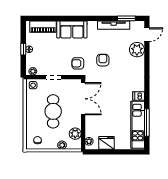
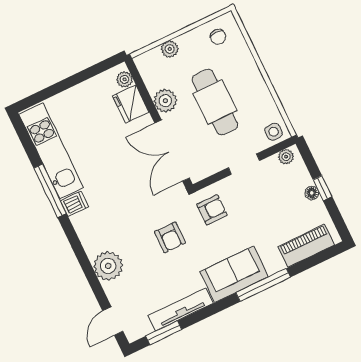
window: (71, 18) -> (263, 285), added
sofa: (72, 29) -> (234, 274), moved
plant: (137, 50) -> (108, 266), moved
window: (147, 123) -> (50, 191), moved
plant: (75, 134) -> (165, 101), moved
fridge: (106, 143) -> (131, 104), moved, turned 90

